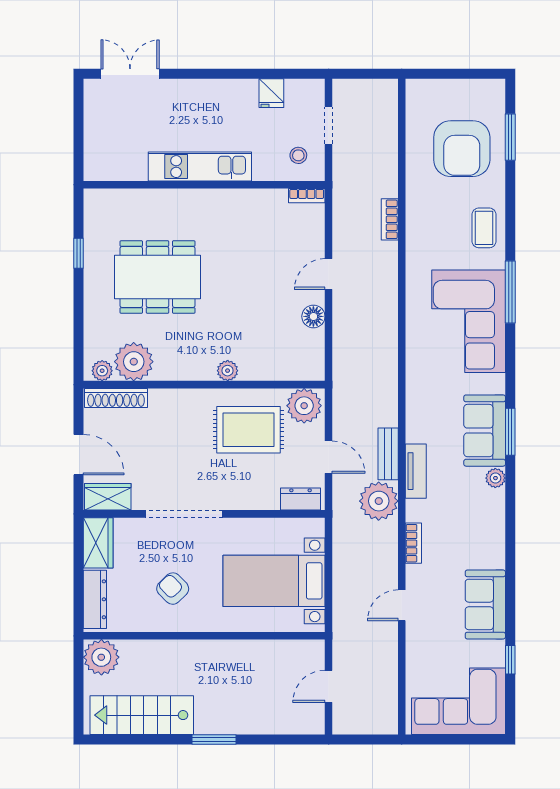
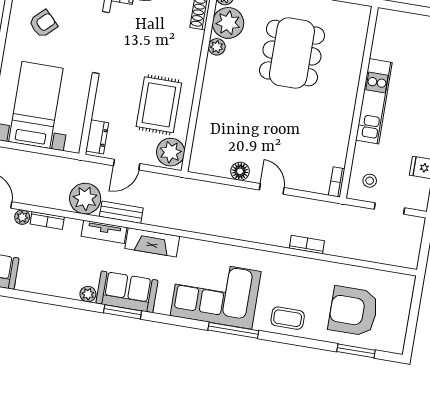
plant: (228, 371) -> (217, 47), moved
fireplace: (419, 410) -> (152, 242), added
plant: (414, 575) -> (22, 217), added

